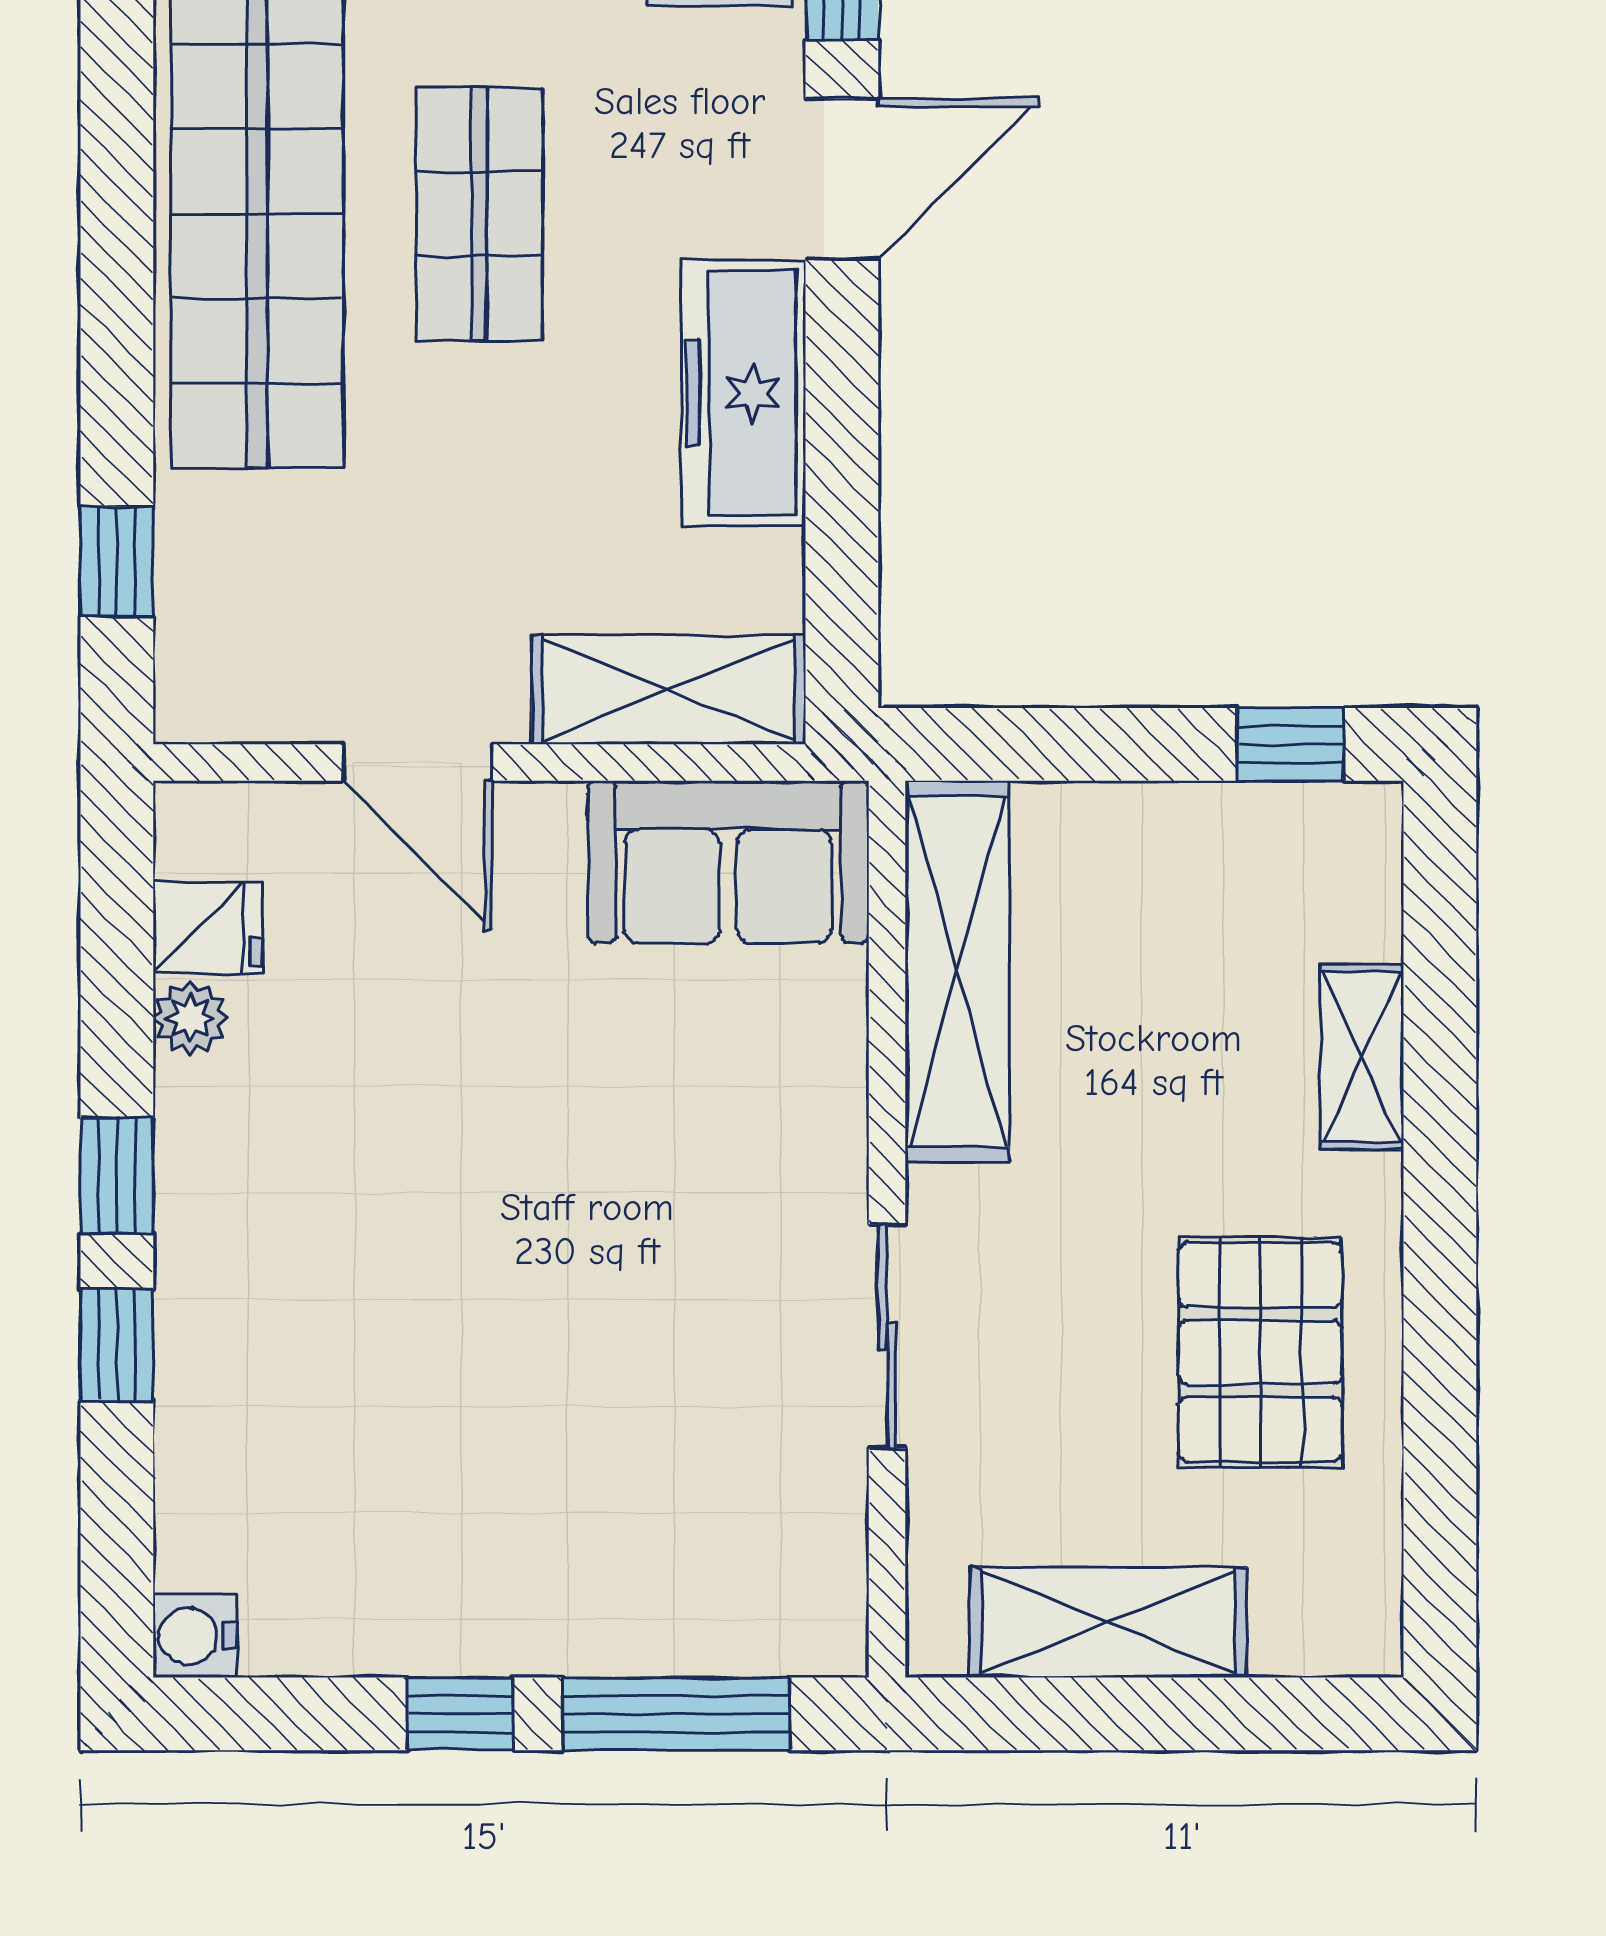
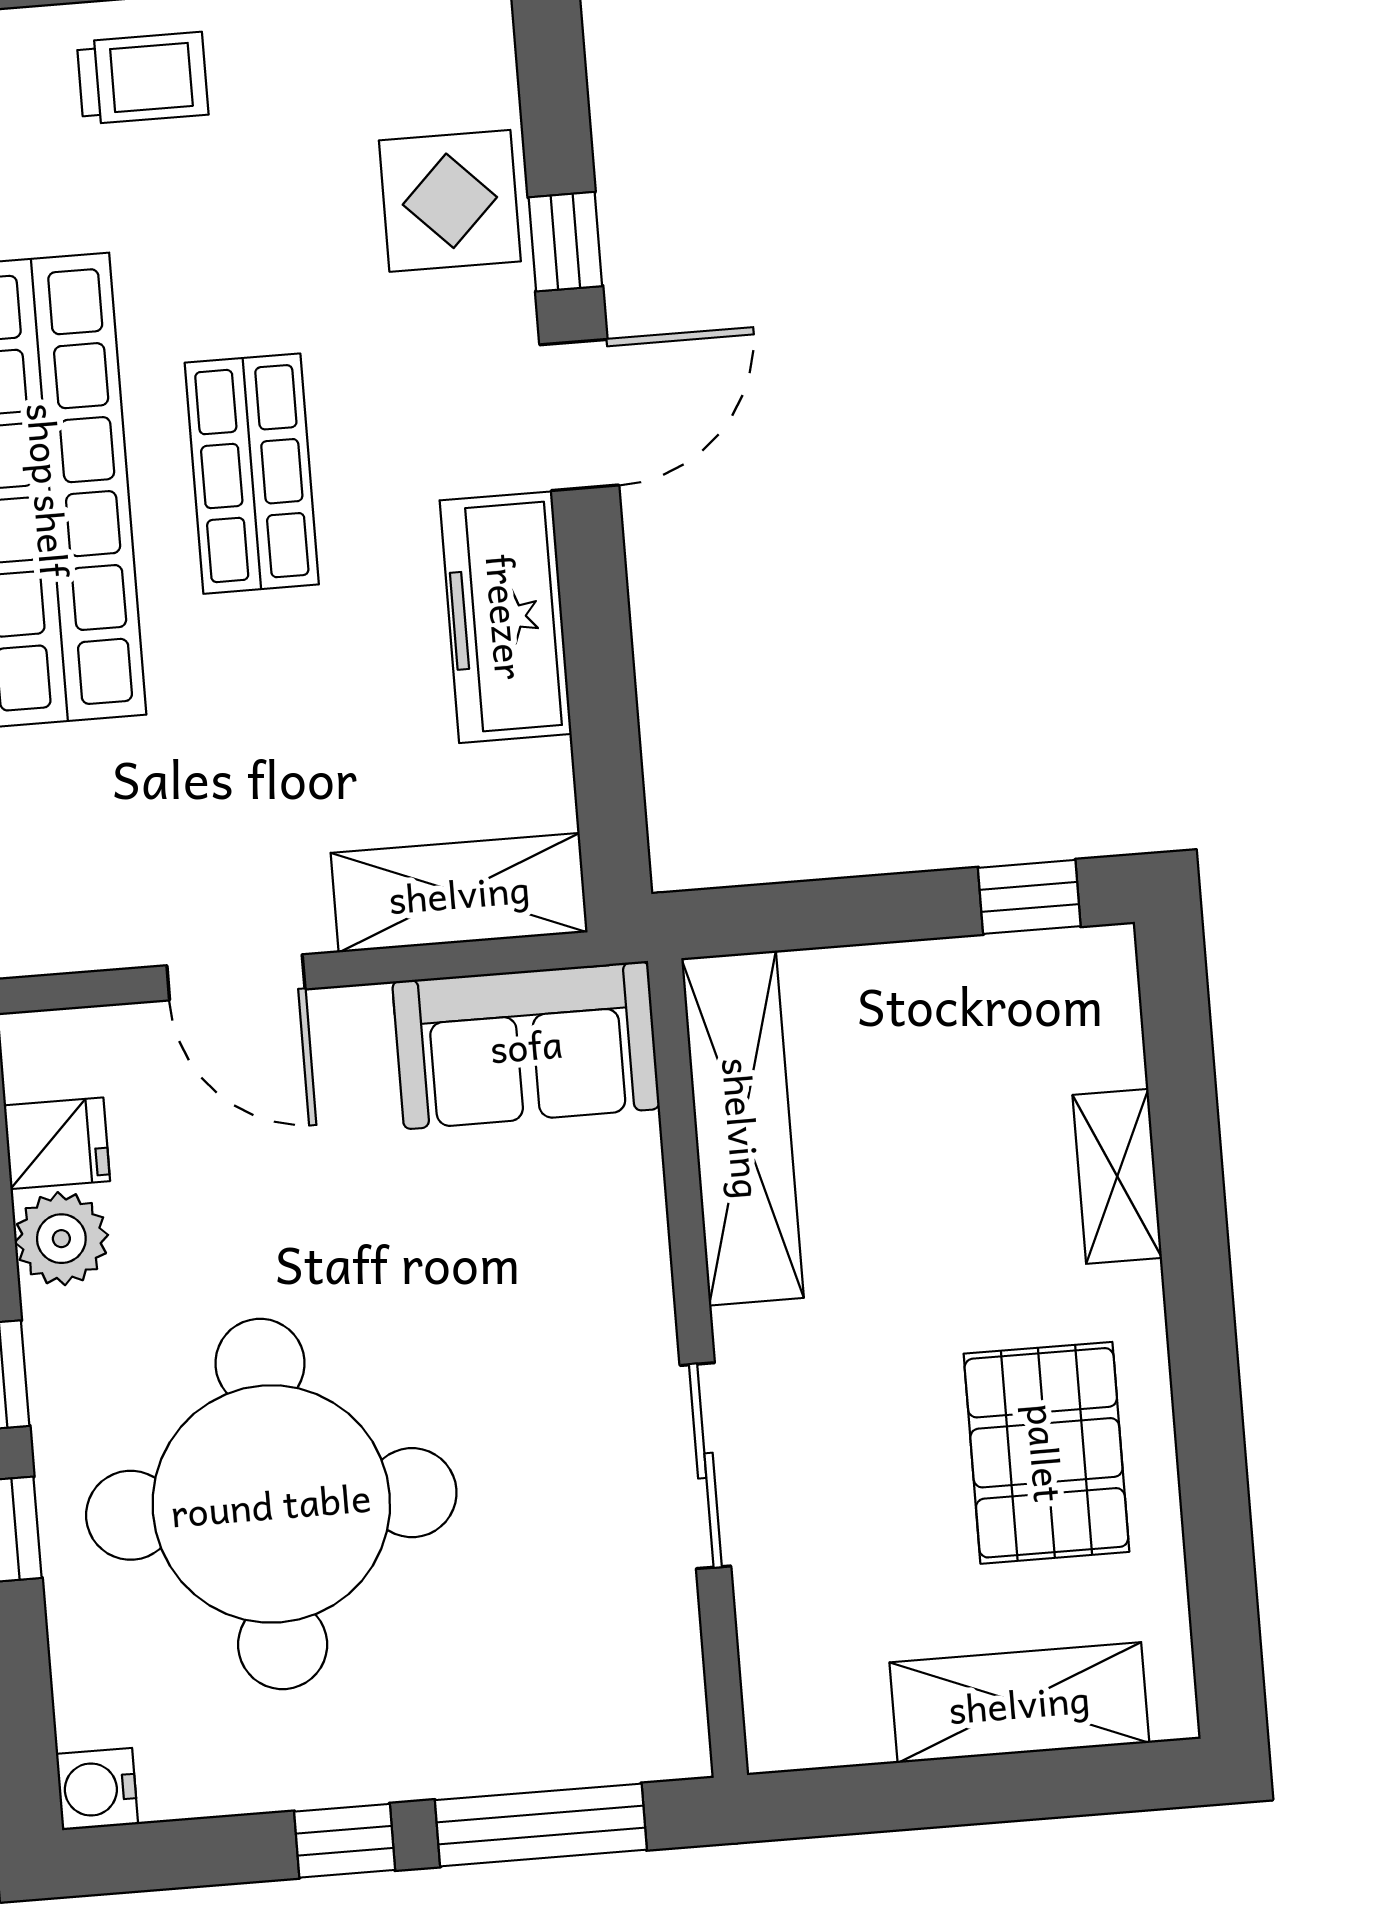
plant: (190, 1018) -> (61, 1239), width x1.38, depth x1.38
round table: (410, 1340) -> (271, 1504), added
shelving: (1108, 1622) -> (1019, 1703), moved

